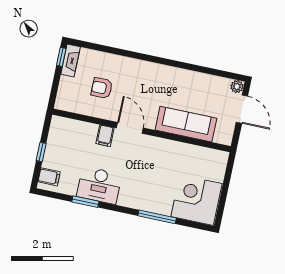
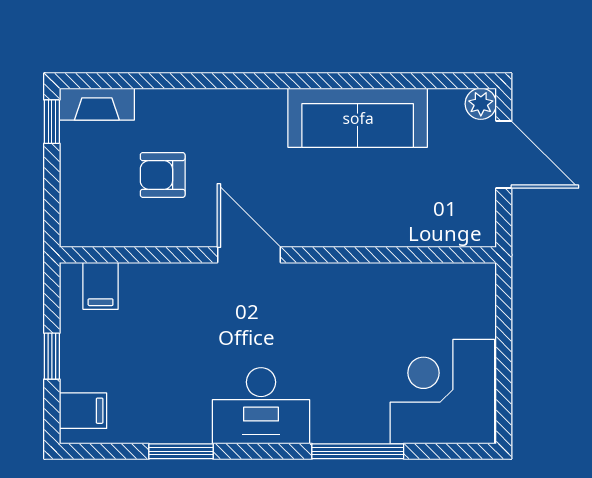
fireplace: (71, 60) -> (97, 104), moved, turned 90
sofa: (186, 124) -> (358, 118), moved, turned 180
filing cabinet: (105, 136) -> (101, 286), moved
desk: (99, 185) -> (261, 406), moved

